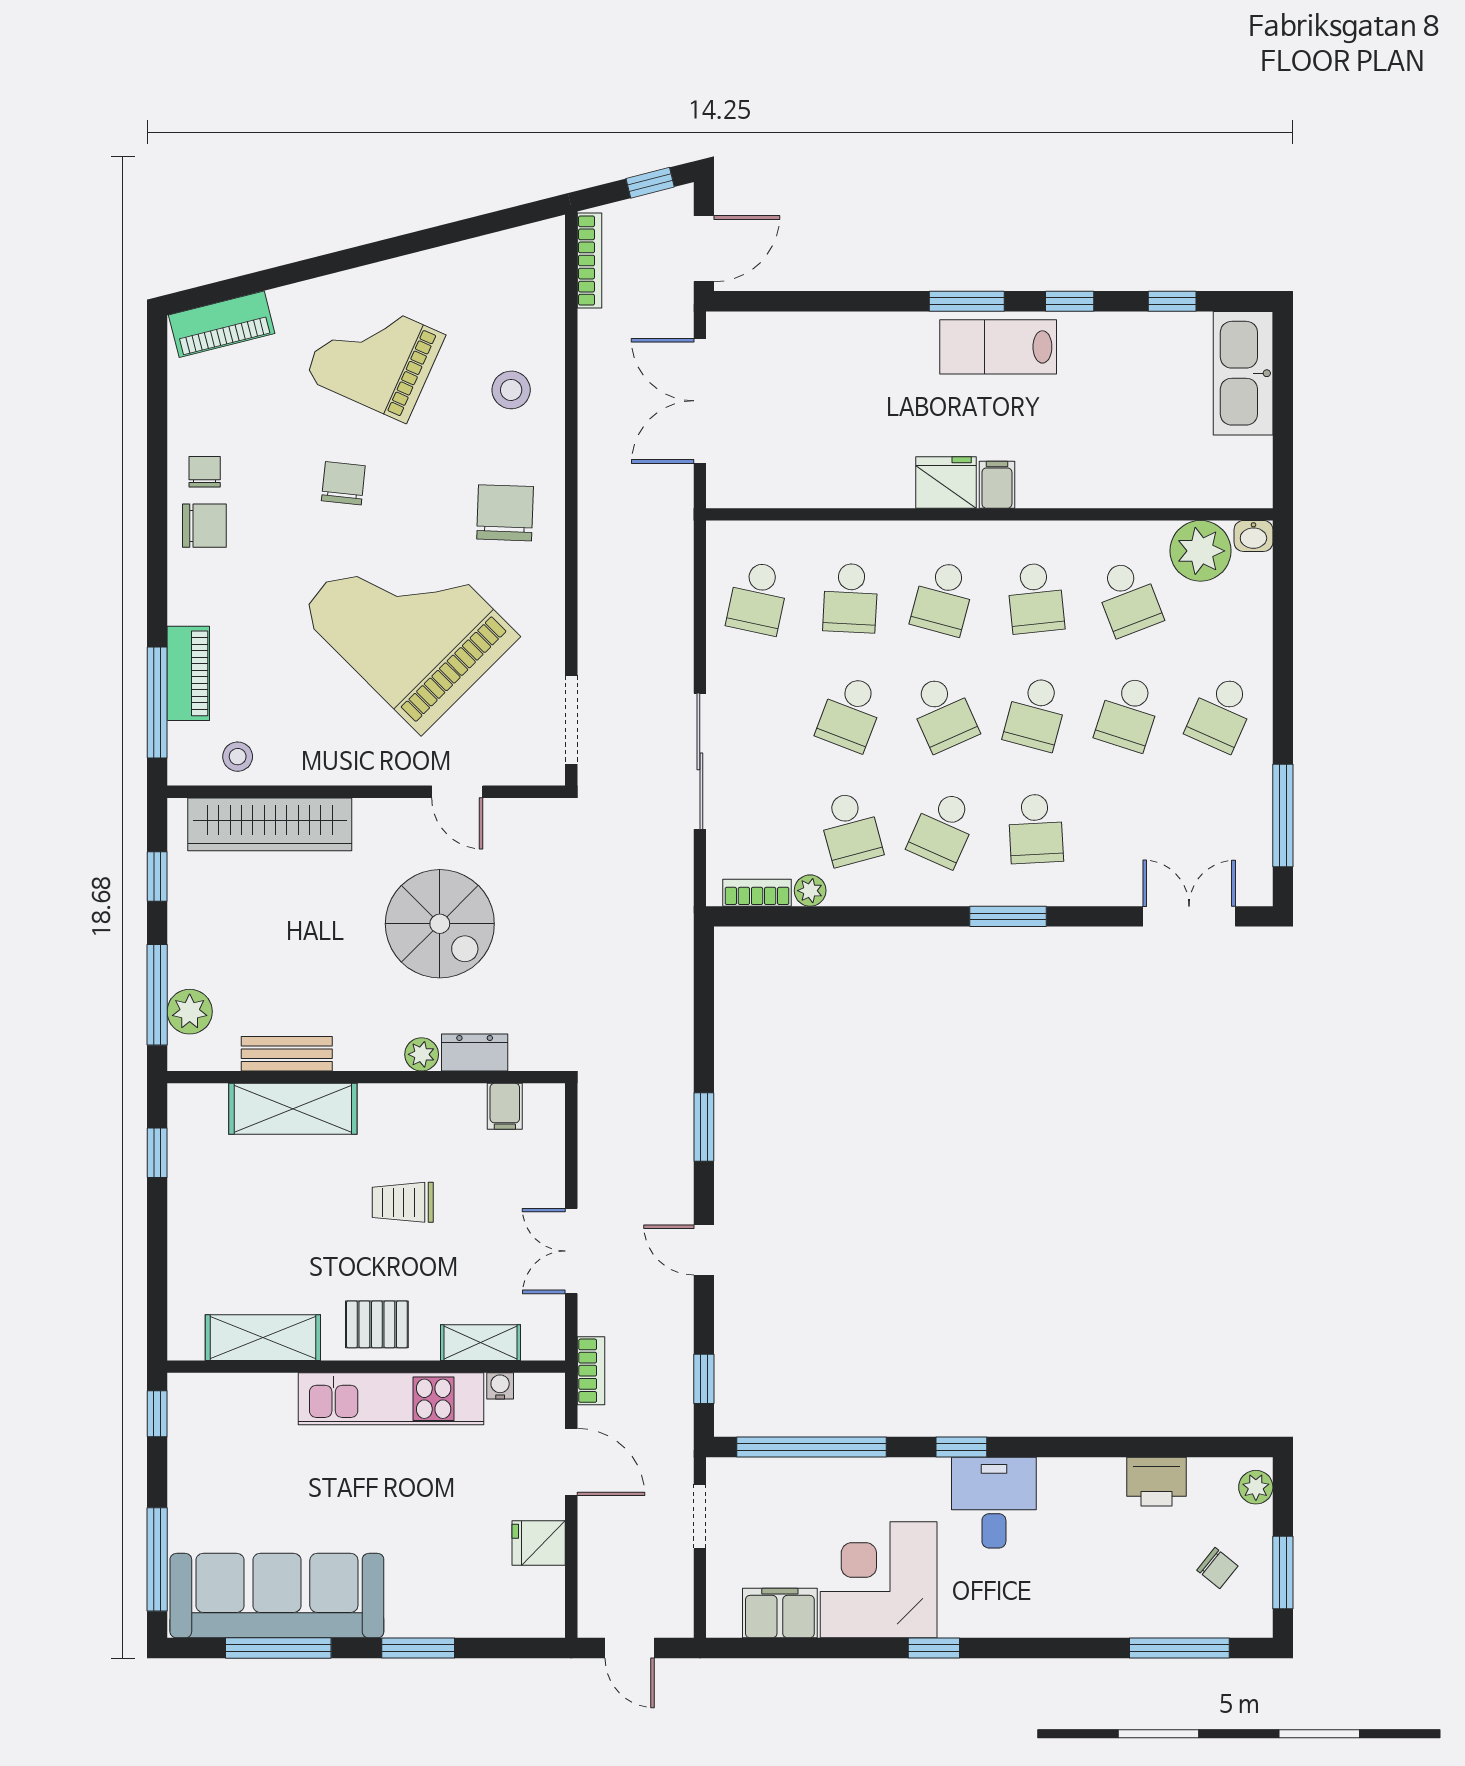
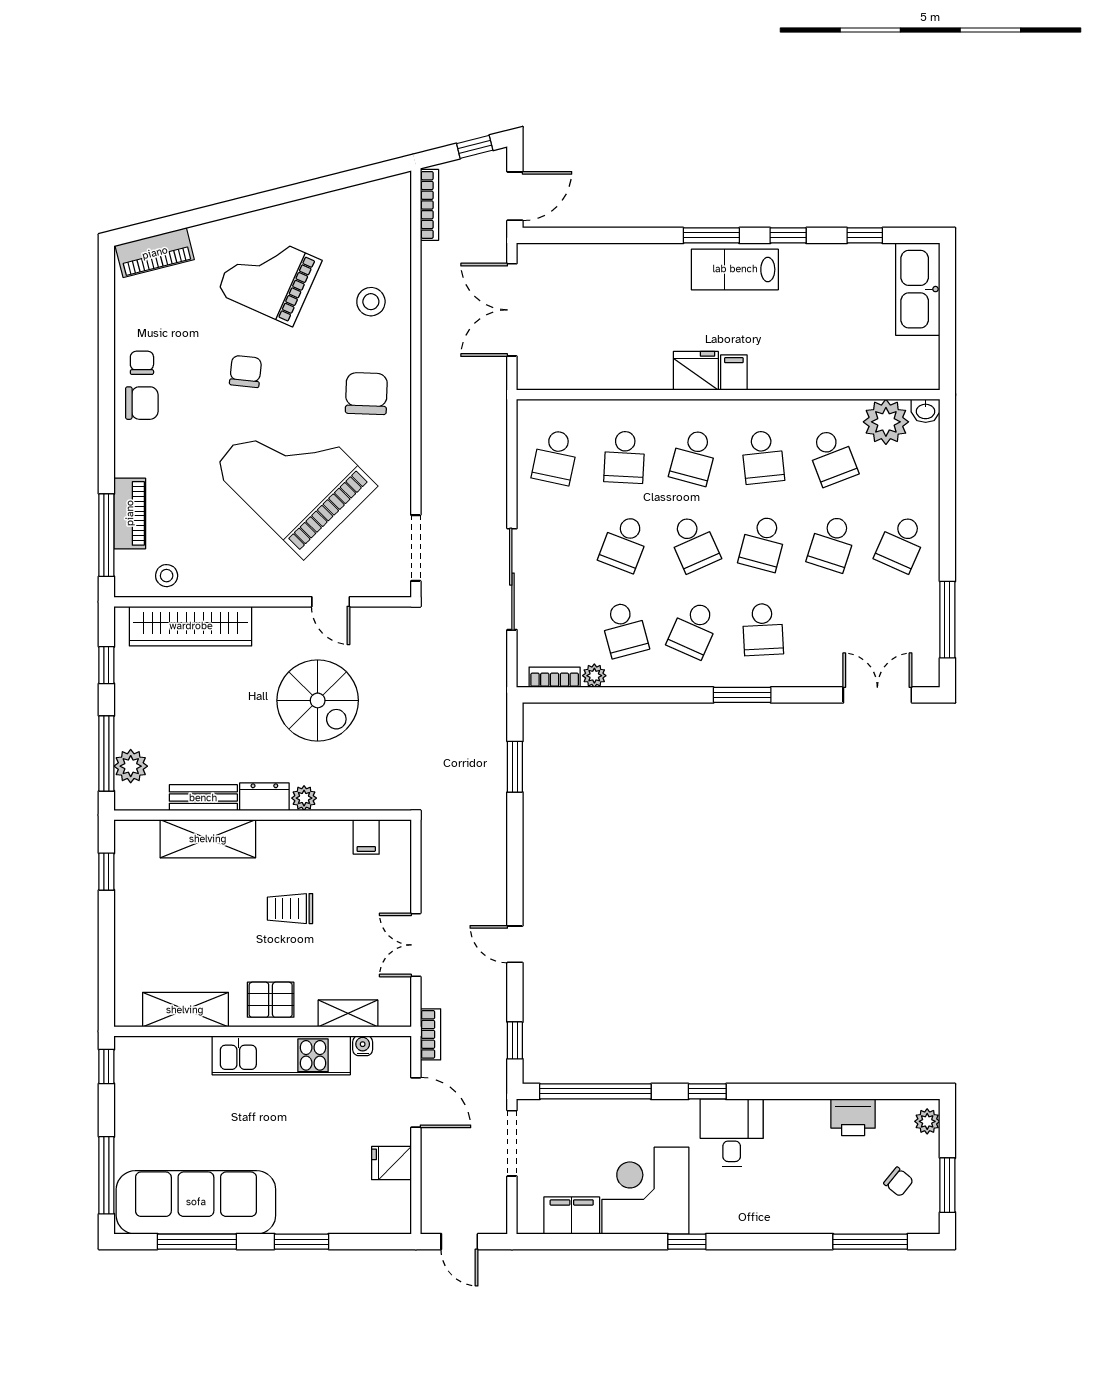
dresser: (475, 1053) -> (264, 797), moved
window: (704, 1127) -> (515, 767), moved
doorway: (700, 1516) -> (512, 1143), width x1.38

